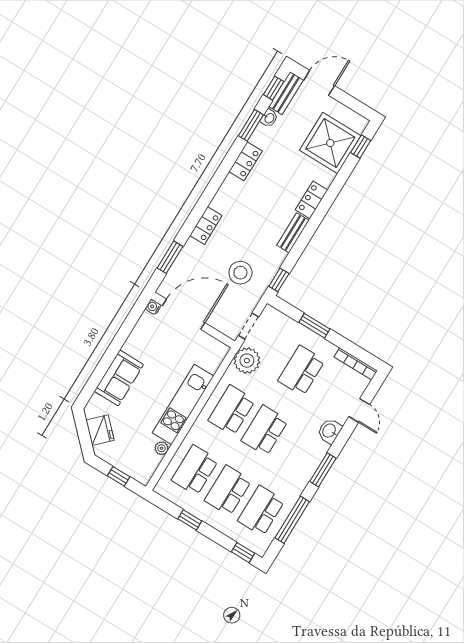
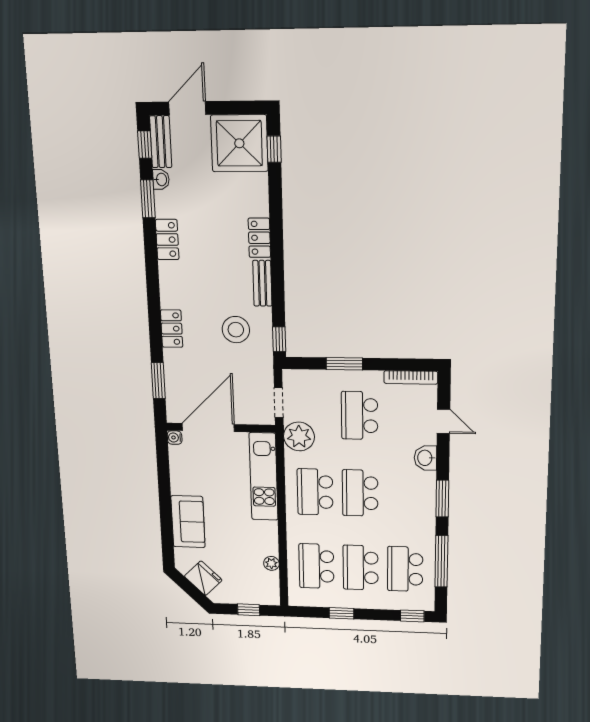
shower: (330, 143) -> (239, 143), moved
stool: (240, 273) -> (236, 330), moved
kitchen unit: (183, 404) -> (264, 477), moved

